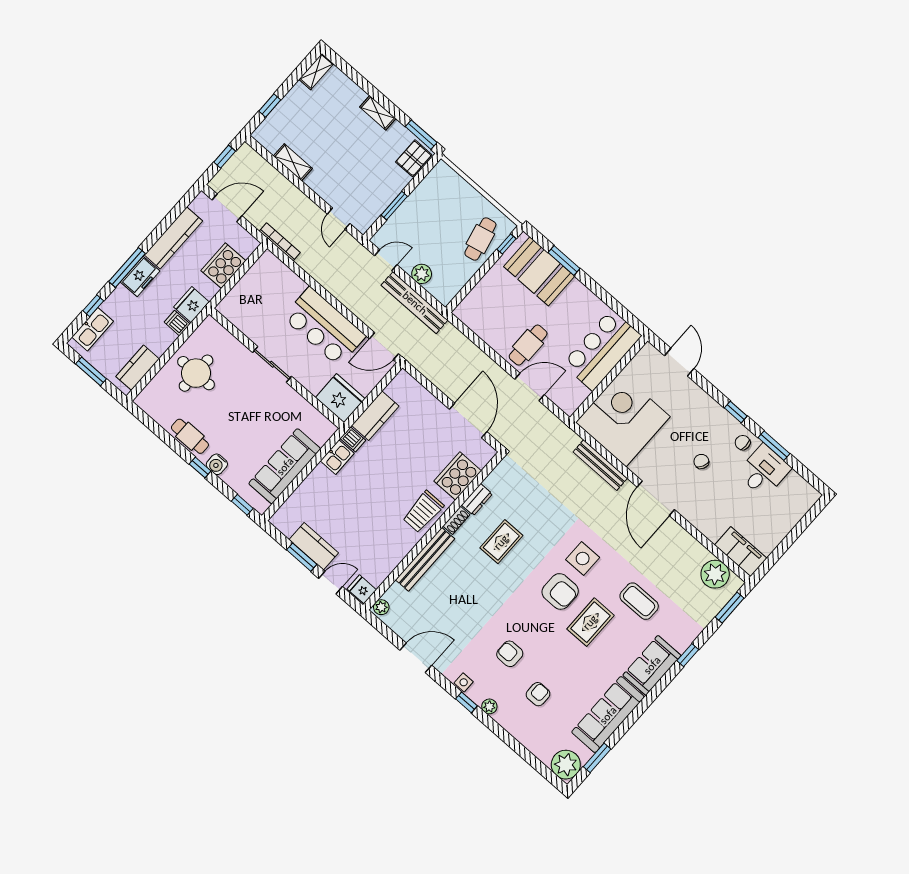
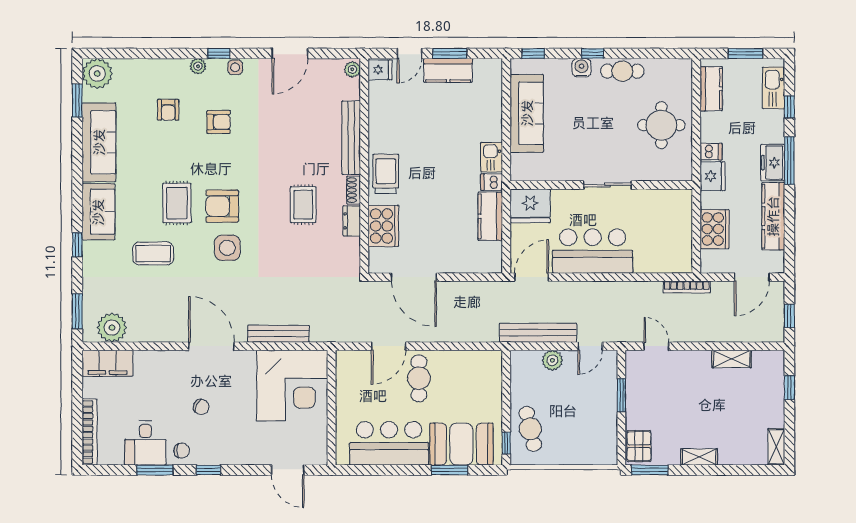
bar counter: (602, 350) -> (389, 443), moved, turned -90
bookcase: (797, 514) -> (90, 432), added

